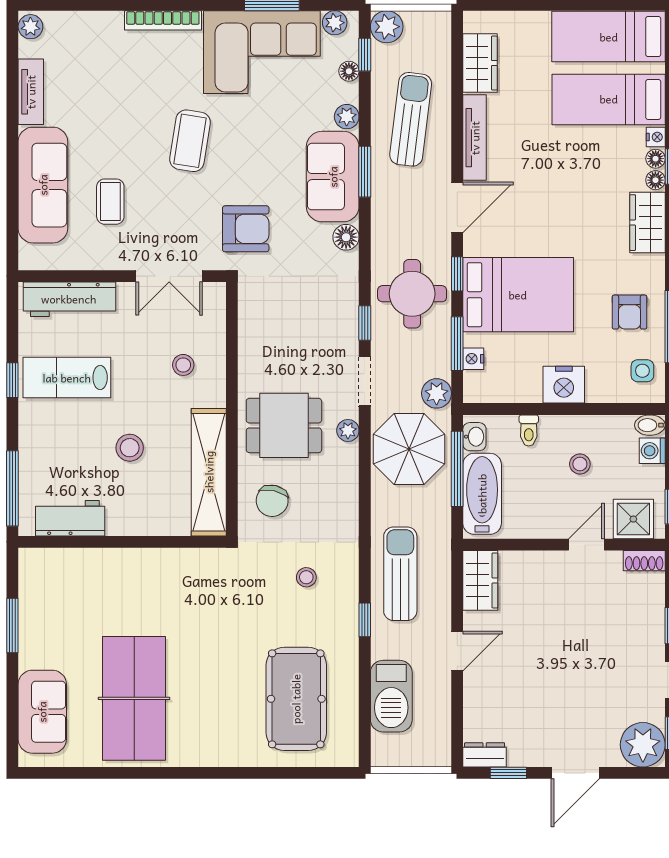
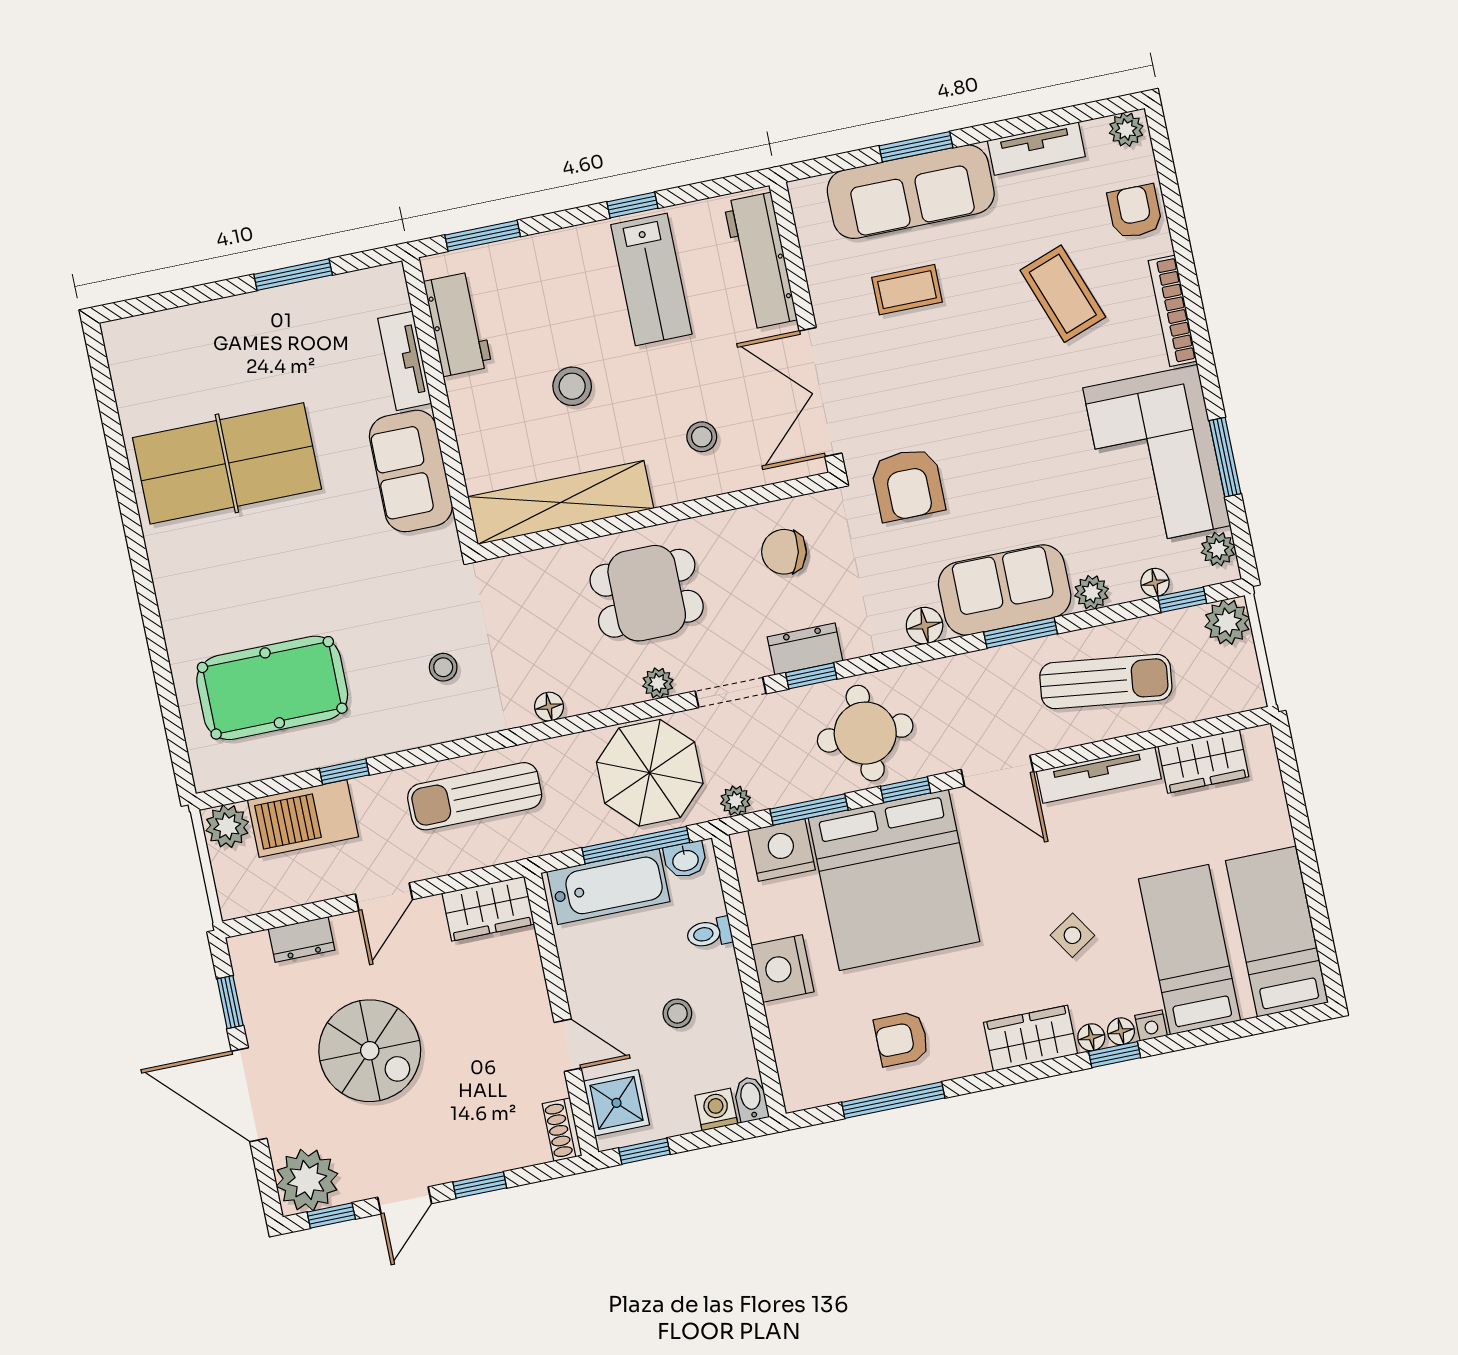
armchair: (89, 32) -> (1135, 211), added
coffee table: (190, 141) -> (1063, 294), moved, turned 61
window: (12, 175) -> (916, 147), added
double door: (169, 276) -> (821, 392), width x1.37
bed: (518, 295) -> (894, 880), width x1.36
dresser: (345, 324) -> (805, 649), added
nightstand: (473, 359) -> (782, 850), width x1.89, depth x1.79
side table: (642, 371) -> (1072, 935), moved, turned -33
lab bench: (67, 378) -> (651, 279), turned 180
plant: (437, 393) -> (735, 801), width x0.73, depth x0.73
dining table: (284, 425) -> (647, 593), turned 90
window: (12, 488) -> (483, 236), width x0.69
chair: (272, 501) -> (784, 552), moved
floor lamp: (349, 509) -> (549, 707), added
tv unit: (88, 560) -> (405, 361), added
sun lounger: (400, 574) -> (475, 796), turned 180
window: (365, 620) -> (344, 772), moved
door: (457, 651) -> (384, 897), hinge flipped
spiral stairs: (562, 683) -> (370, 1051), added
sofa: (42, 712) -> (411, 471), moved, turned 90
plant: (386, 750) -> (227, 826), added
dresser: (485, 755) -> (302, 939), moved, turned 90
door: (575, 773) -> (249, 1095), width x1.36

